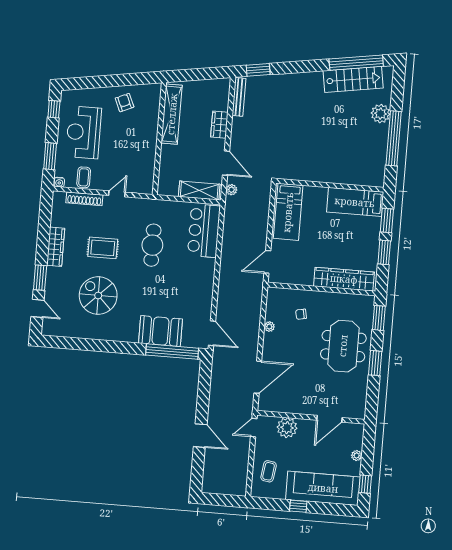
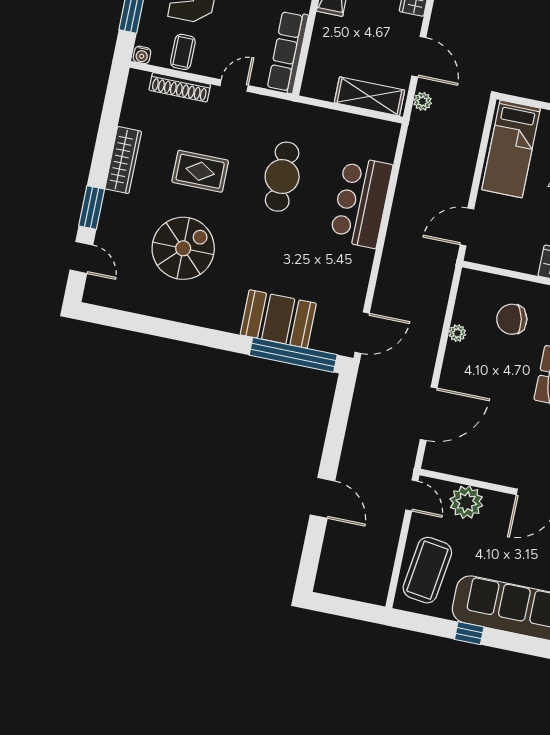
row of seats: (147, 170) -> (288, 52), added
bar counter: (204, 231) -> (361, 202), moved
spiral stairs: (98, 295) -> (183, 248), turned 90
chair: (301, 314) -> (512, 319), width x1.87, depth x1.87
door: (212, 333) -> (362, 333), hinge flipped
door: (254, 428) -> (412, 496), swing flipped
coffee table: (269, 471) -> (427, 570), width x1.86, depth x1.72

